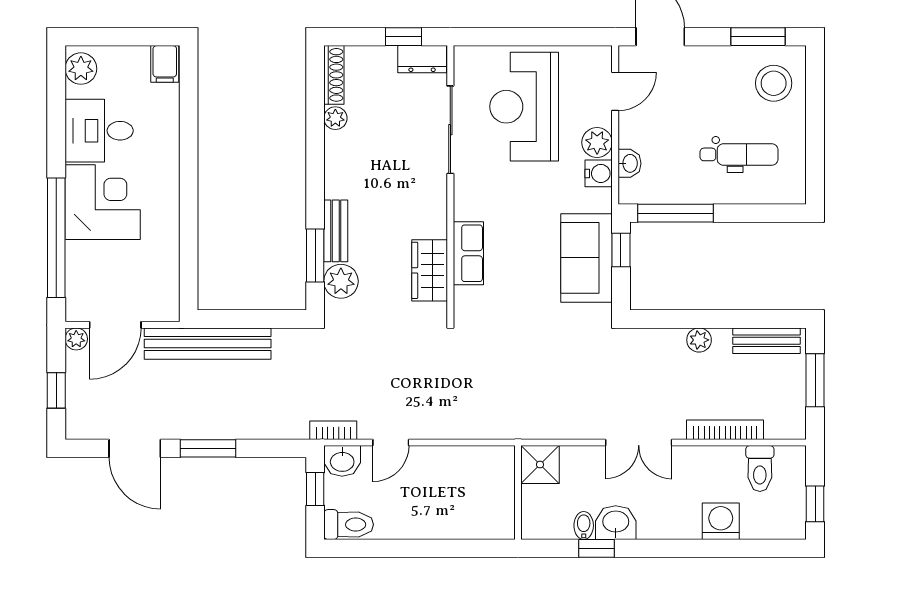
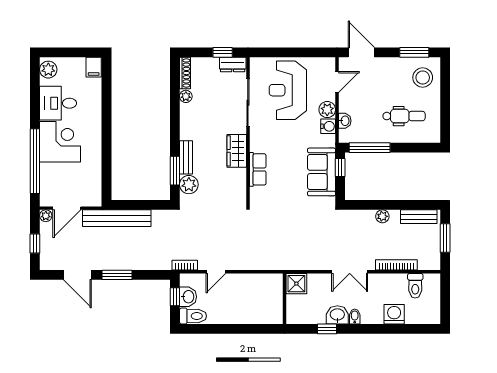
wardrobe: (430, 270) -> (237, 151), moved
washbasin: (342, 461) -> (188, 297), moved, turned -90
window: (815, 504) -> (445, 305), removed
bidet: (584, 526) -> (355, 317), moved

